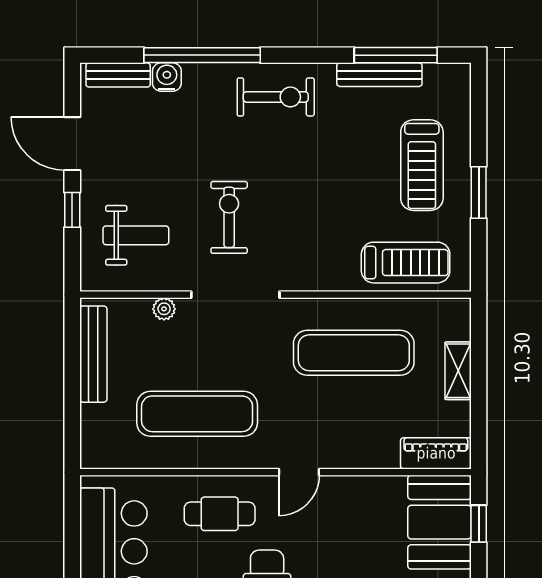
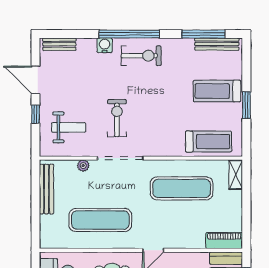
window: (202, 55) -> (129, 34), moved
bench: (379, 75) -> (217, 44), moved
water cooler: (167, 77) -> (105, 45), moved
treadmill: (422, 165) -> (217, 91), turned 90
shelving: (458, 371) -> (236, 175), moved

